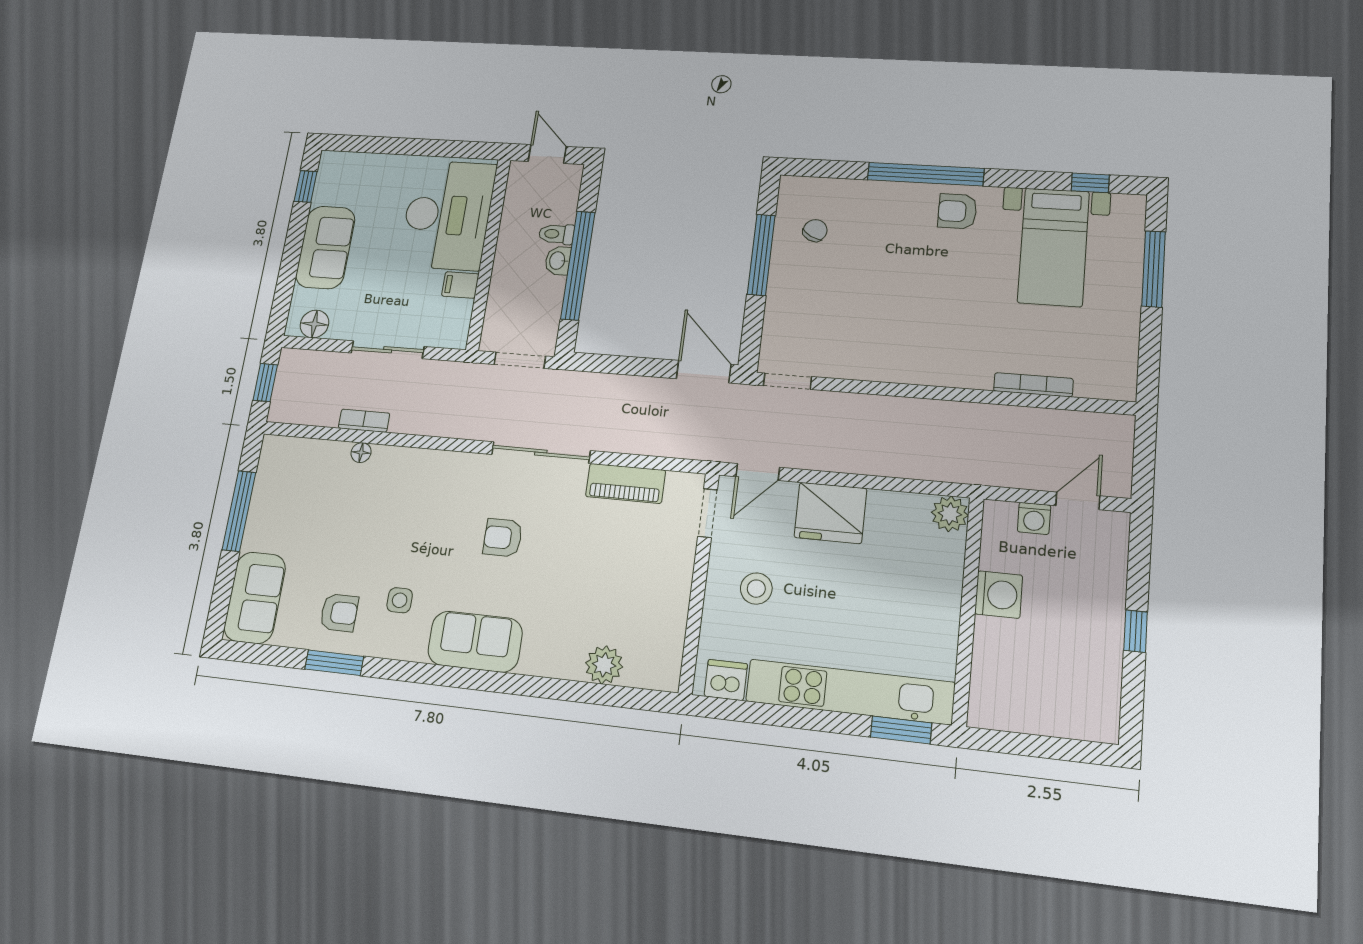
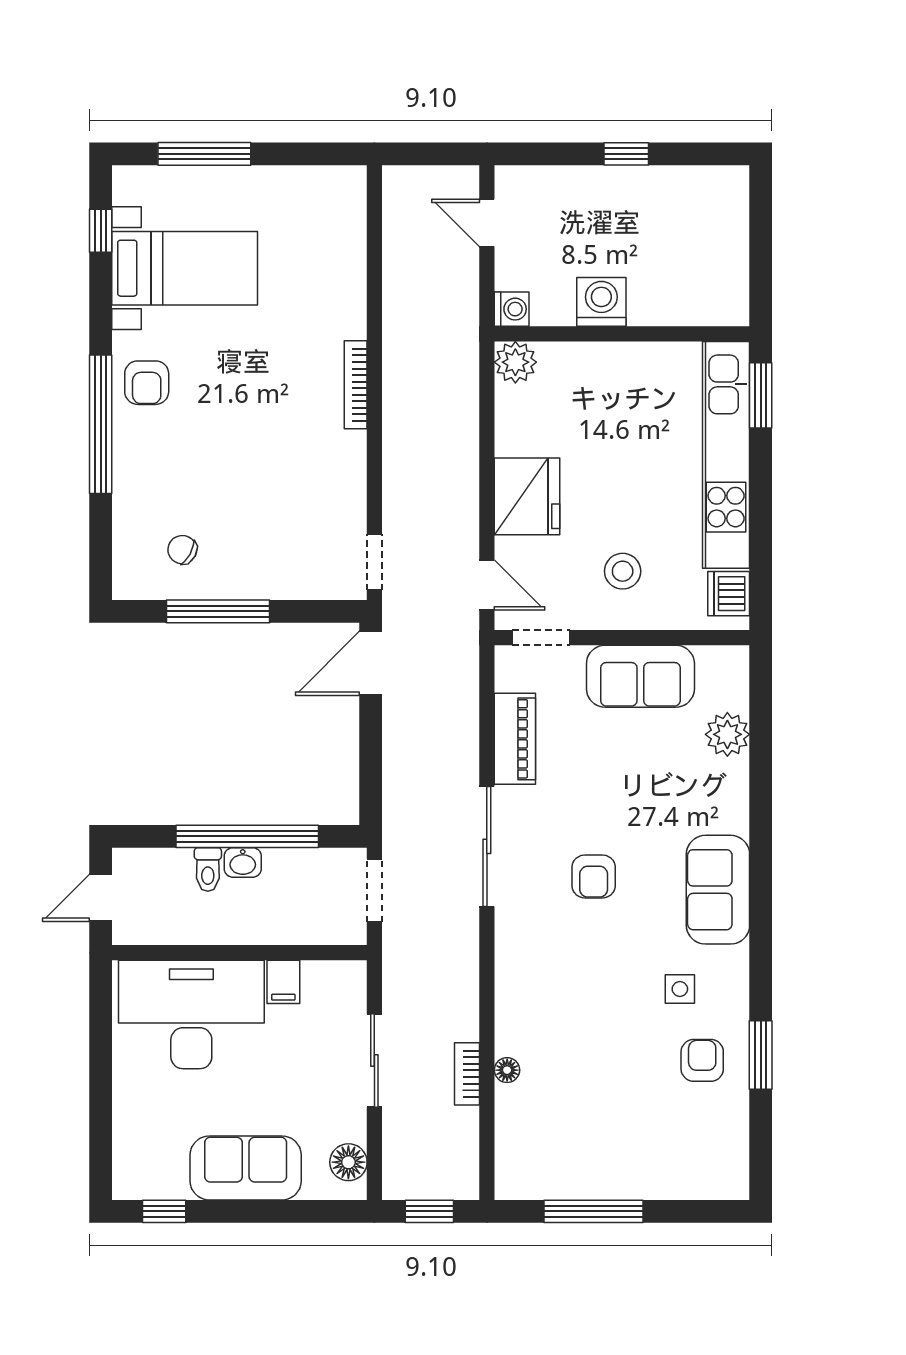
bookcase: (1033, 385) -> (356, 385), moved
washing machine: (1034, 518) -> (512, 309), moved
sofa: (255, 598) -> (640, 676), moved, turned 180

